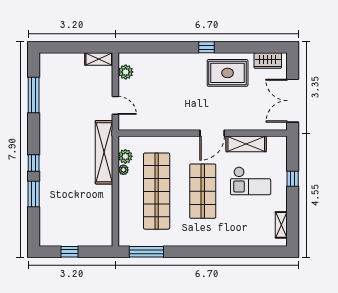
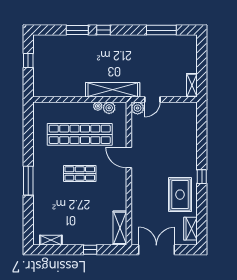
plant: (126, 72) -> (138, 108), moved
door: (212, 133) -> (129, 158), moved
shelving: (246, 144) -> (120, 228), moved
checkout: (251, 181) -> (88, 214), removed
shop shelf: (203, 191) -> (80, 173), width x0.70, depth x0.74
window: (146, 252) -> (28, 181), moved

